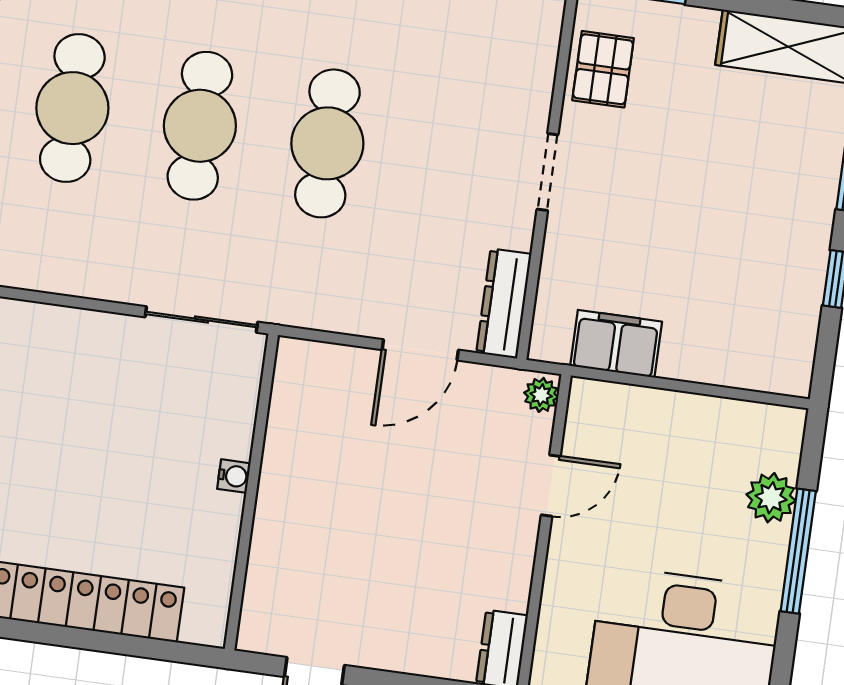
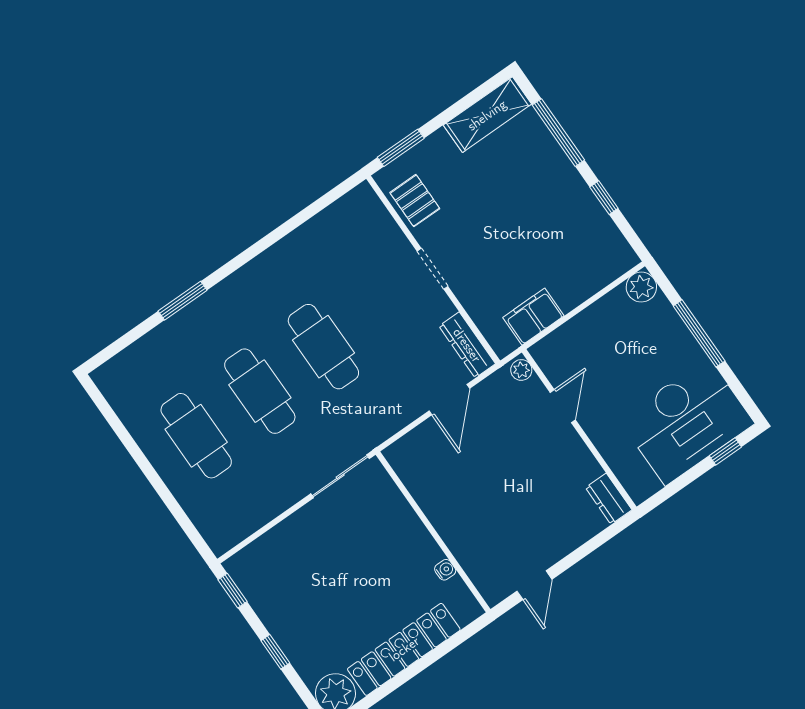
water cooler: (234, 476) -> (445, 570), moved
plant: (771, 498) -> (641, 287), moved

